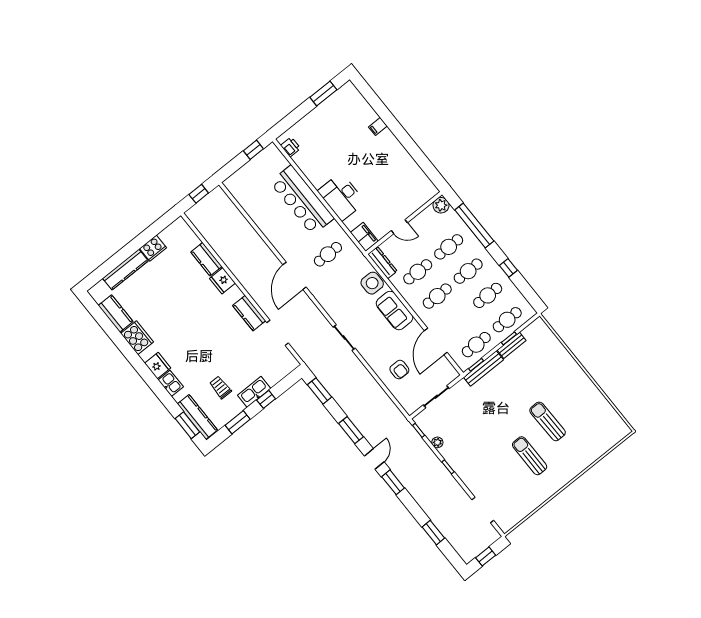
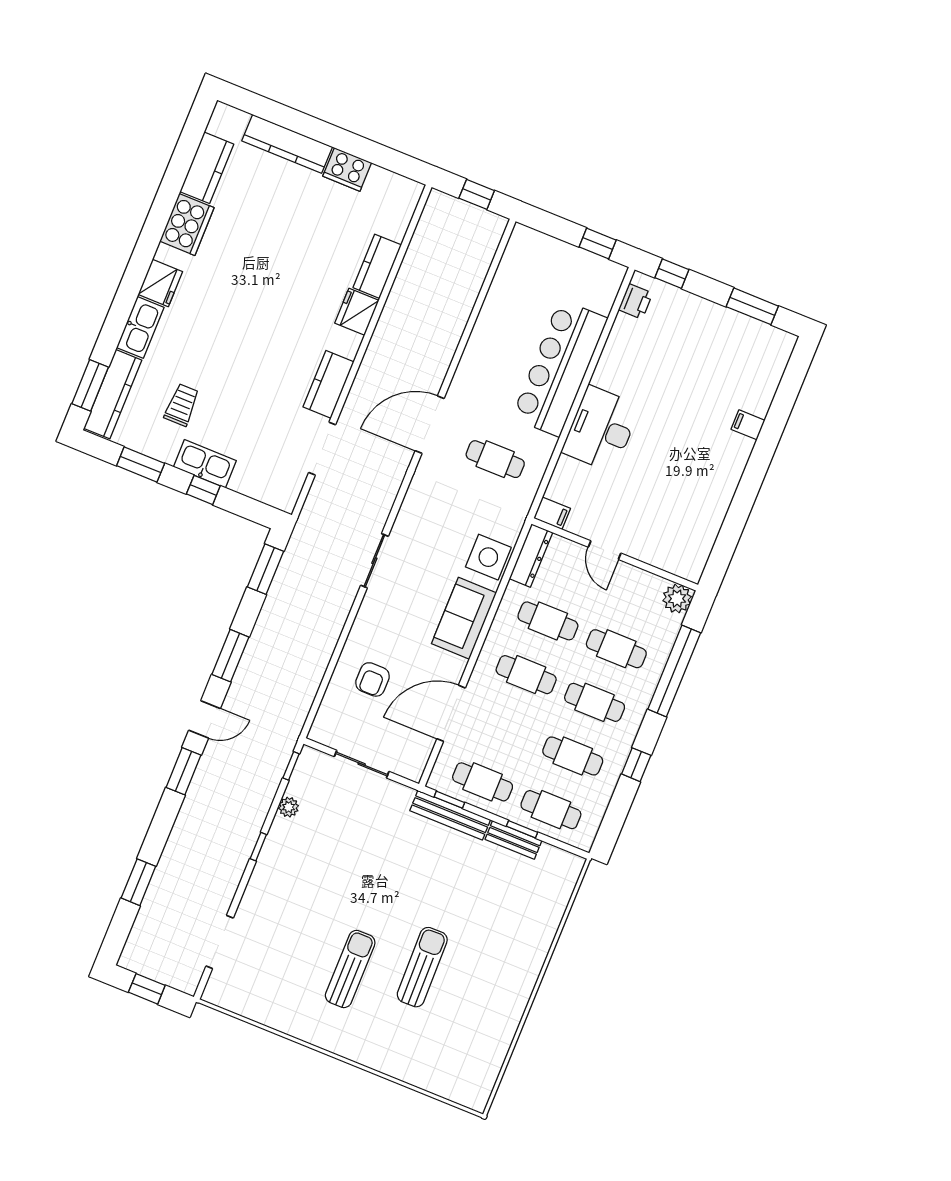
window: (287, 123) -> (672, 274), added
filing cabinet: (364, 237) -> (552, 513), width x0.50
kitchen sink: (171, 383) -> (140, 327), width x1.38

